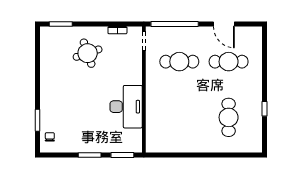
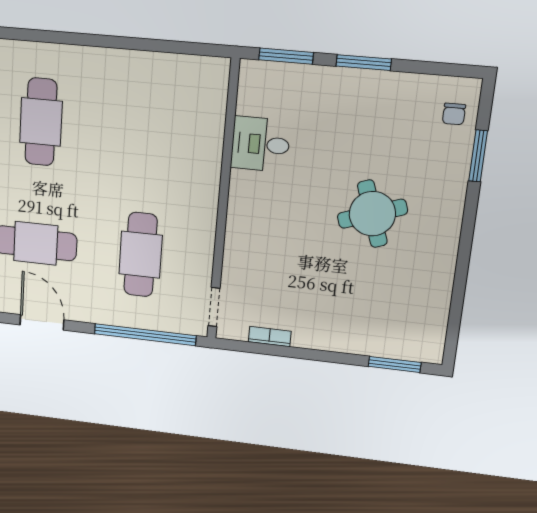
round table: (88, 53) -> (372, 214), moved
cafe table: (179, 62) -> (141, 255), turned 90
desk: (126, 107) -> (260, 144), width x0.53, depth x0.77

